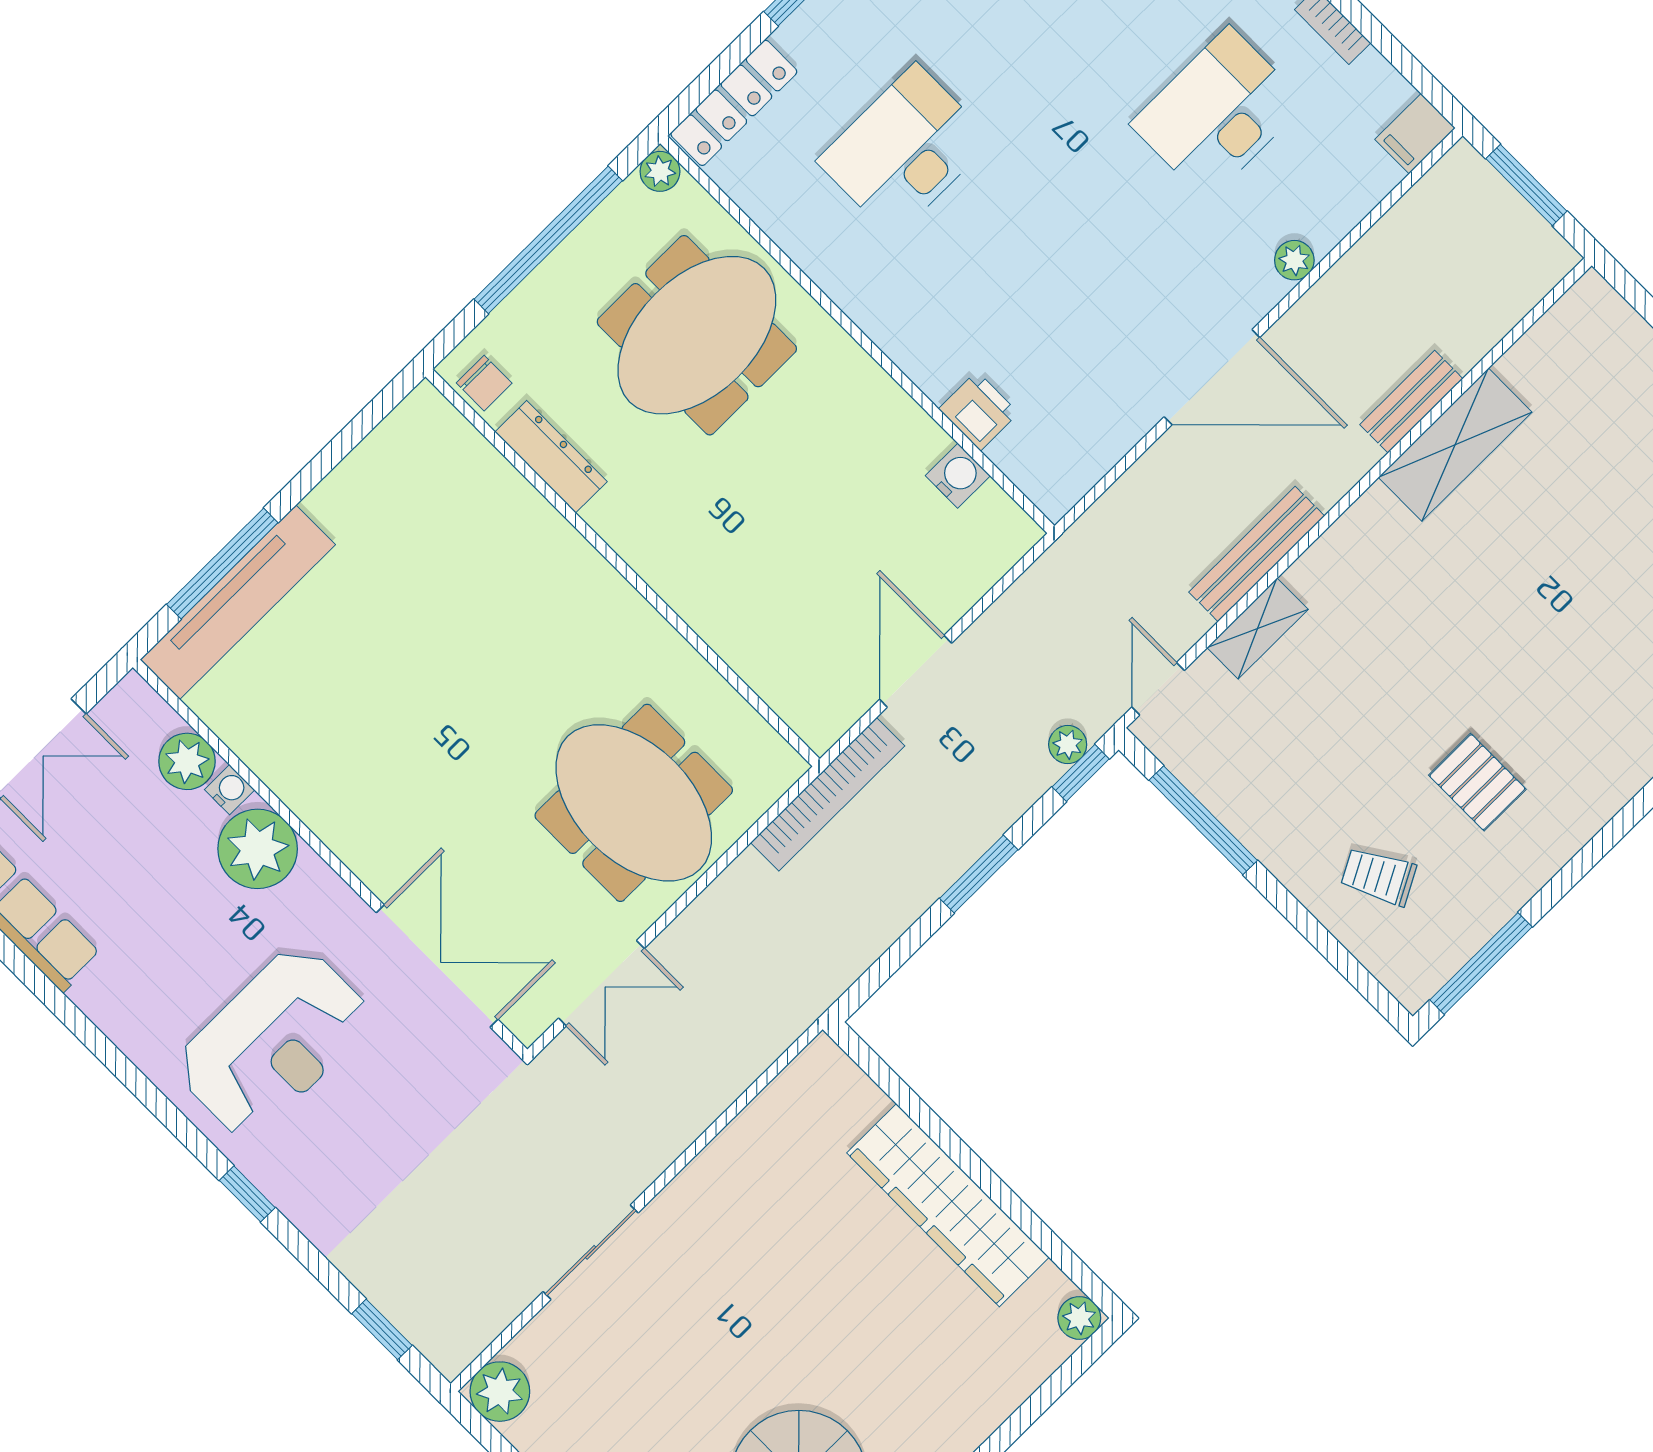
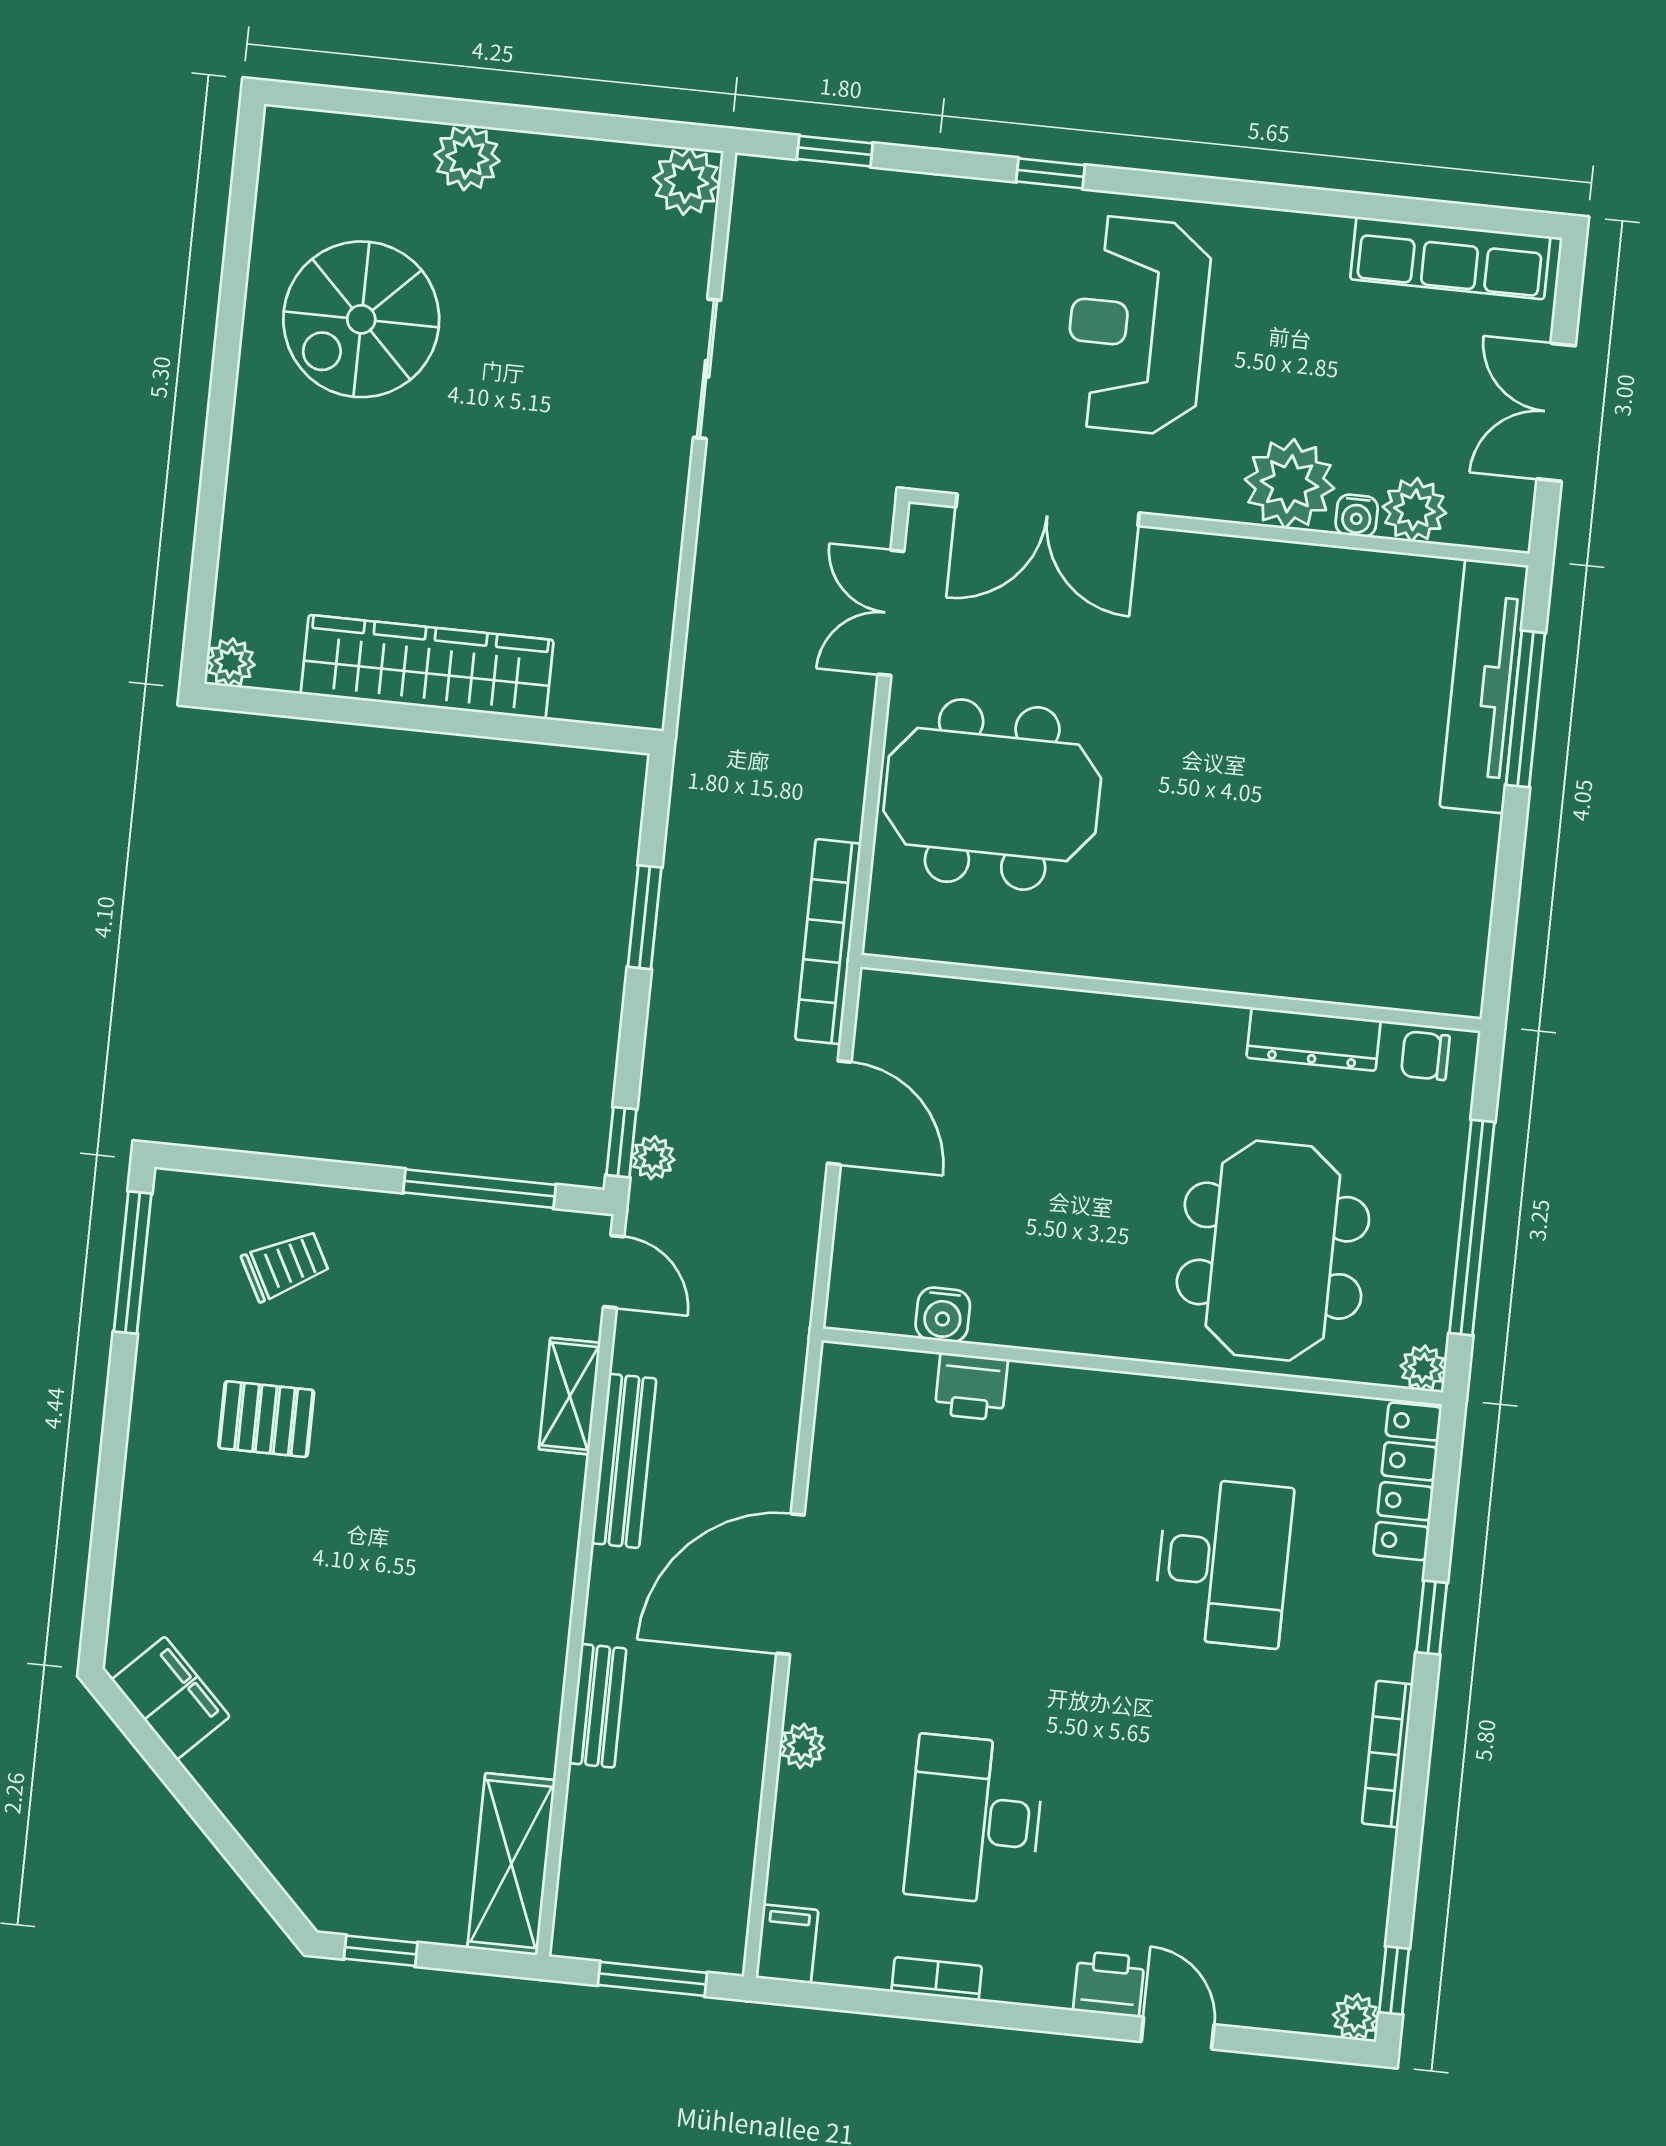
desk: (1218, 114) -> (975, 1820), turned 180
shelving: (1455, 445) -> (511, 1864), moved
window: (979, 874) -> (645, 917), moved

